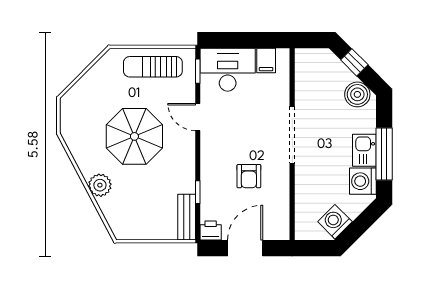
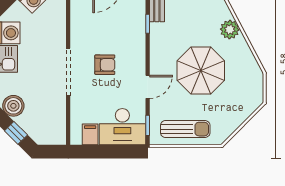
door: (198, 117) -> (148, 87), hinge flipped
armchair: (249, 176) -> (105, 65), moved, turned 90

